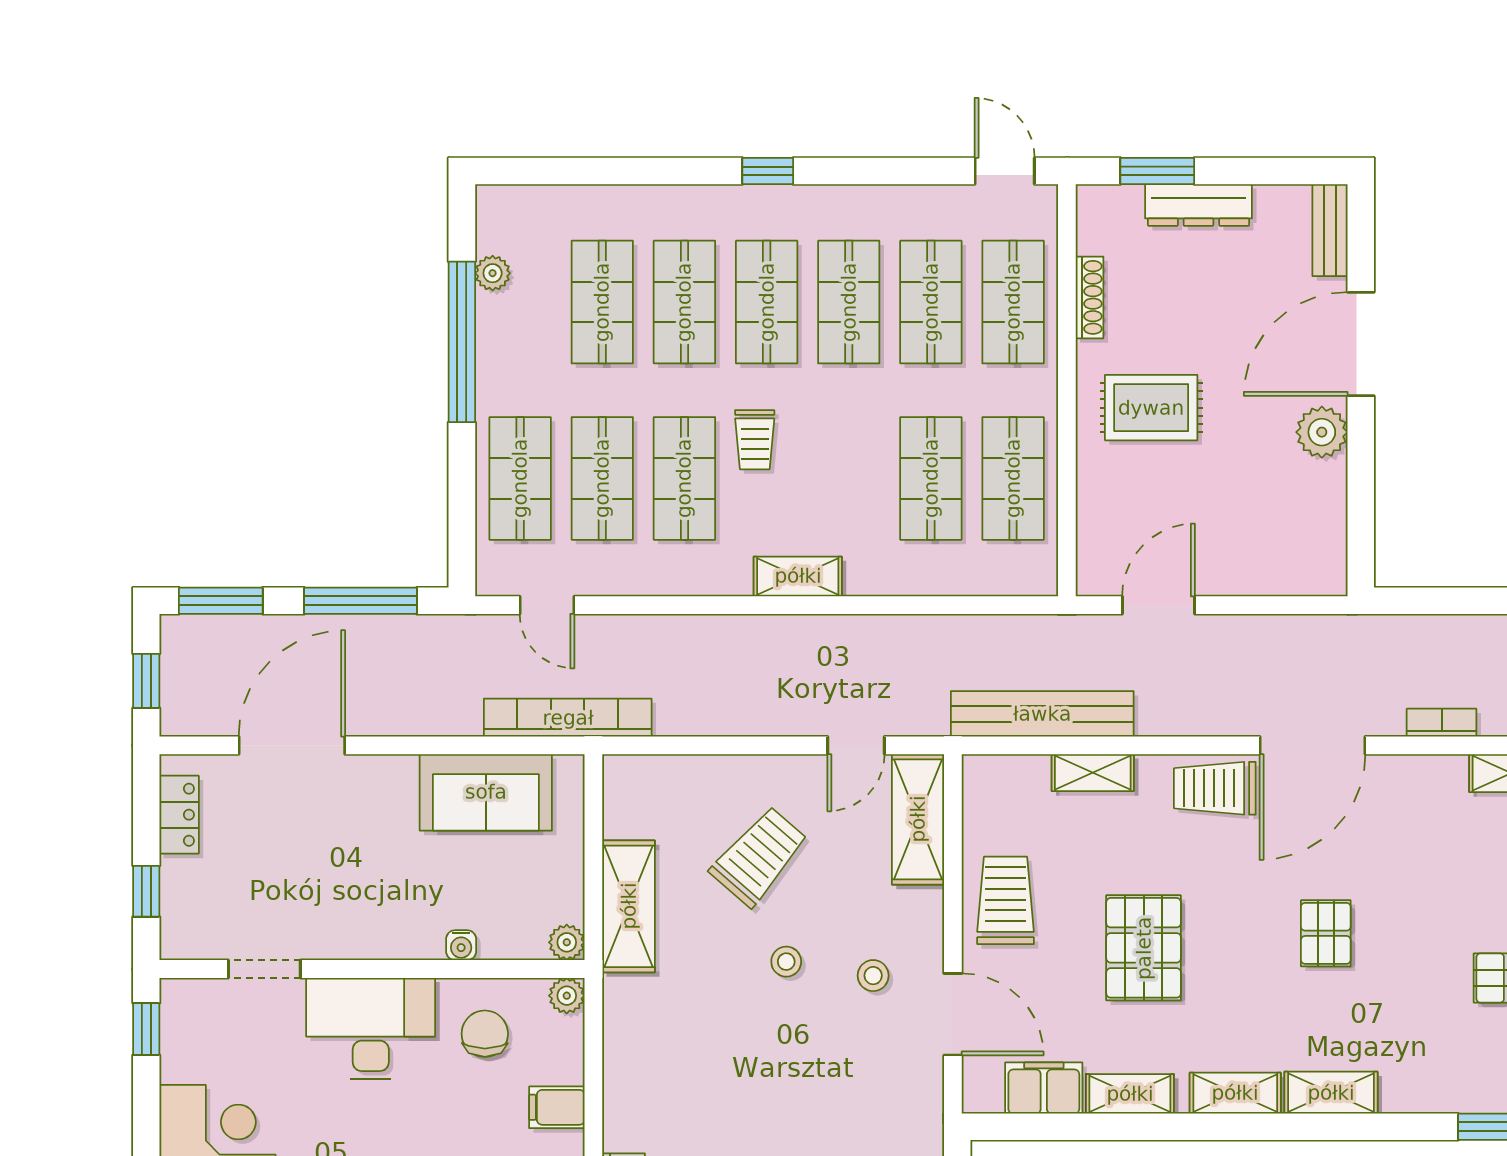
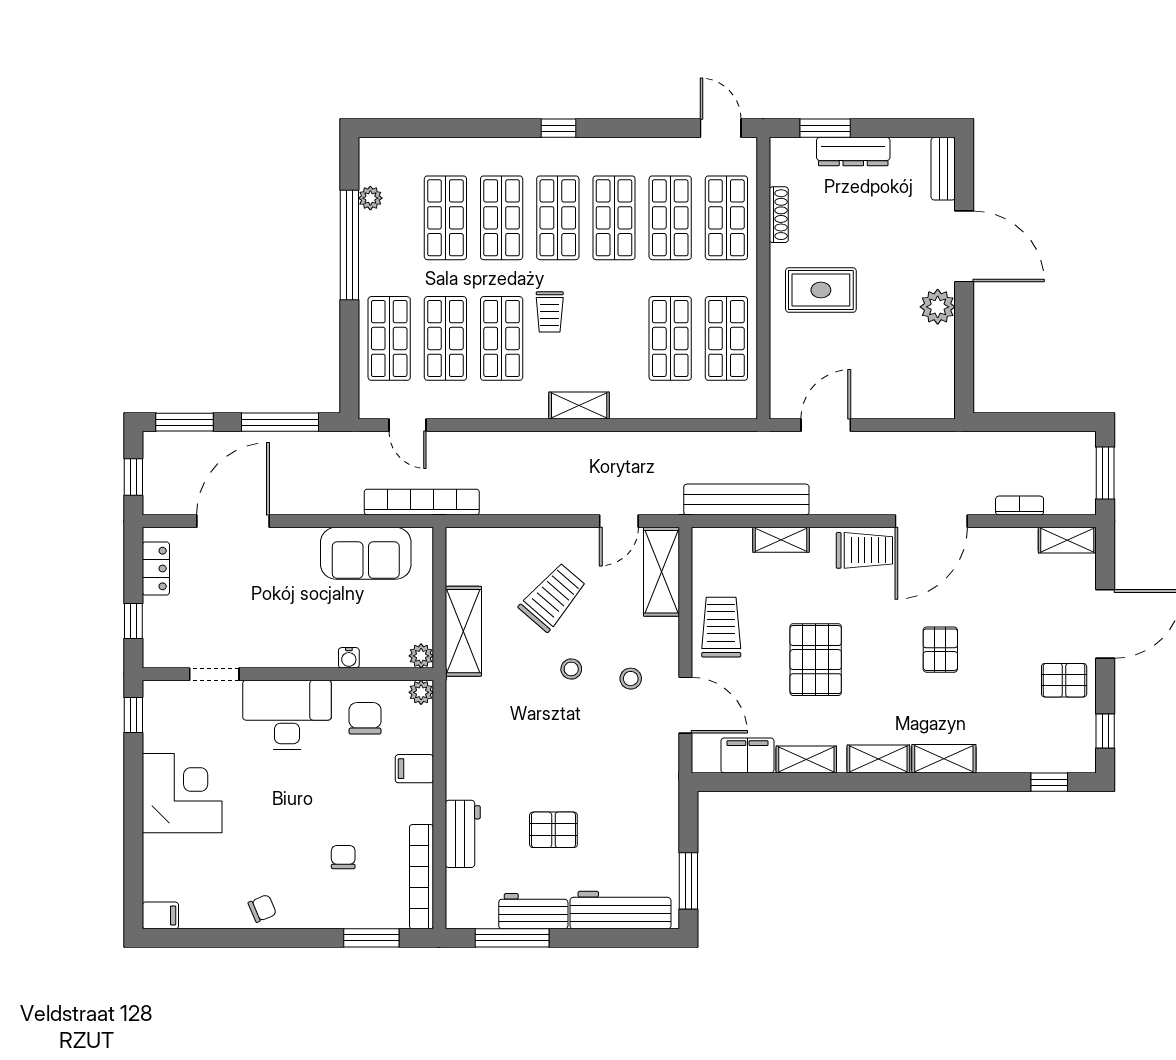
door: (1361, 344) -> (964, 246), swing flipped
trolley: (1215, 788) -> (864, 550), turned 180

